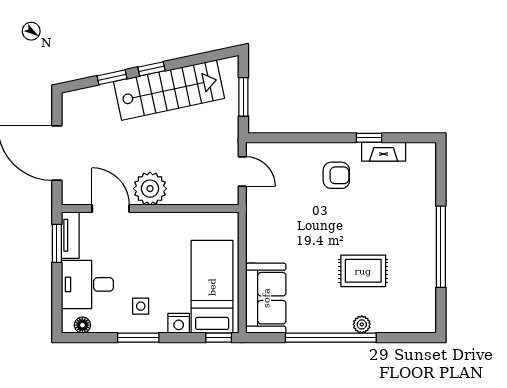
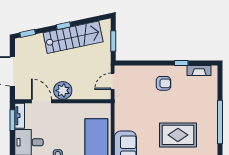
window: (112, 77) -> (28, 33), moved
fireplace: (384, 152) -> (199, 71), moved
door: (242, 171) -> (113, 81), swing flipped
rug: (363, 271) -> (178, 135), width x1.36, depth x1.43

